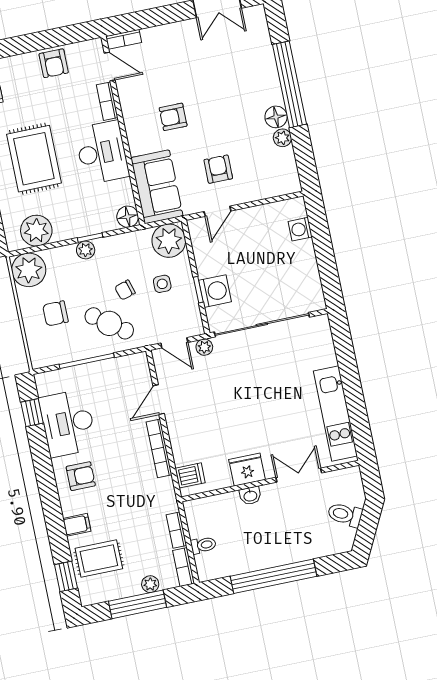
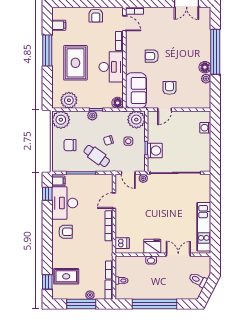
filing cabinet: (77, 525) -> (58, 181), moved

